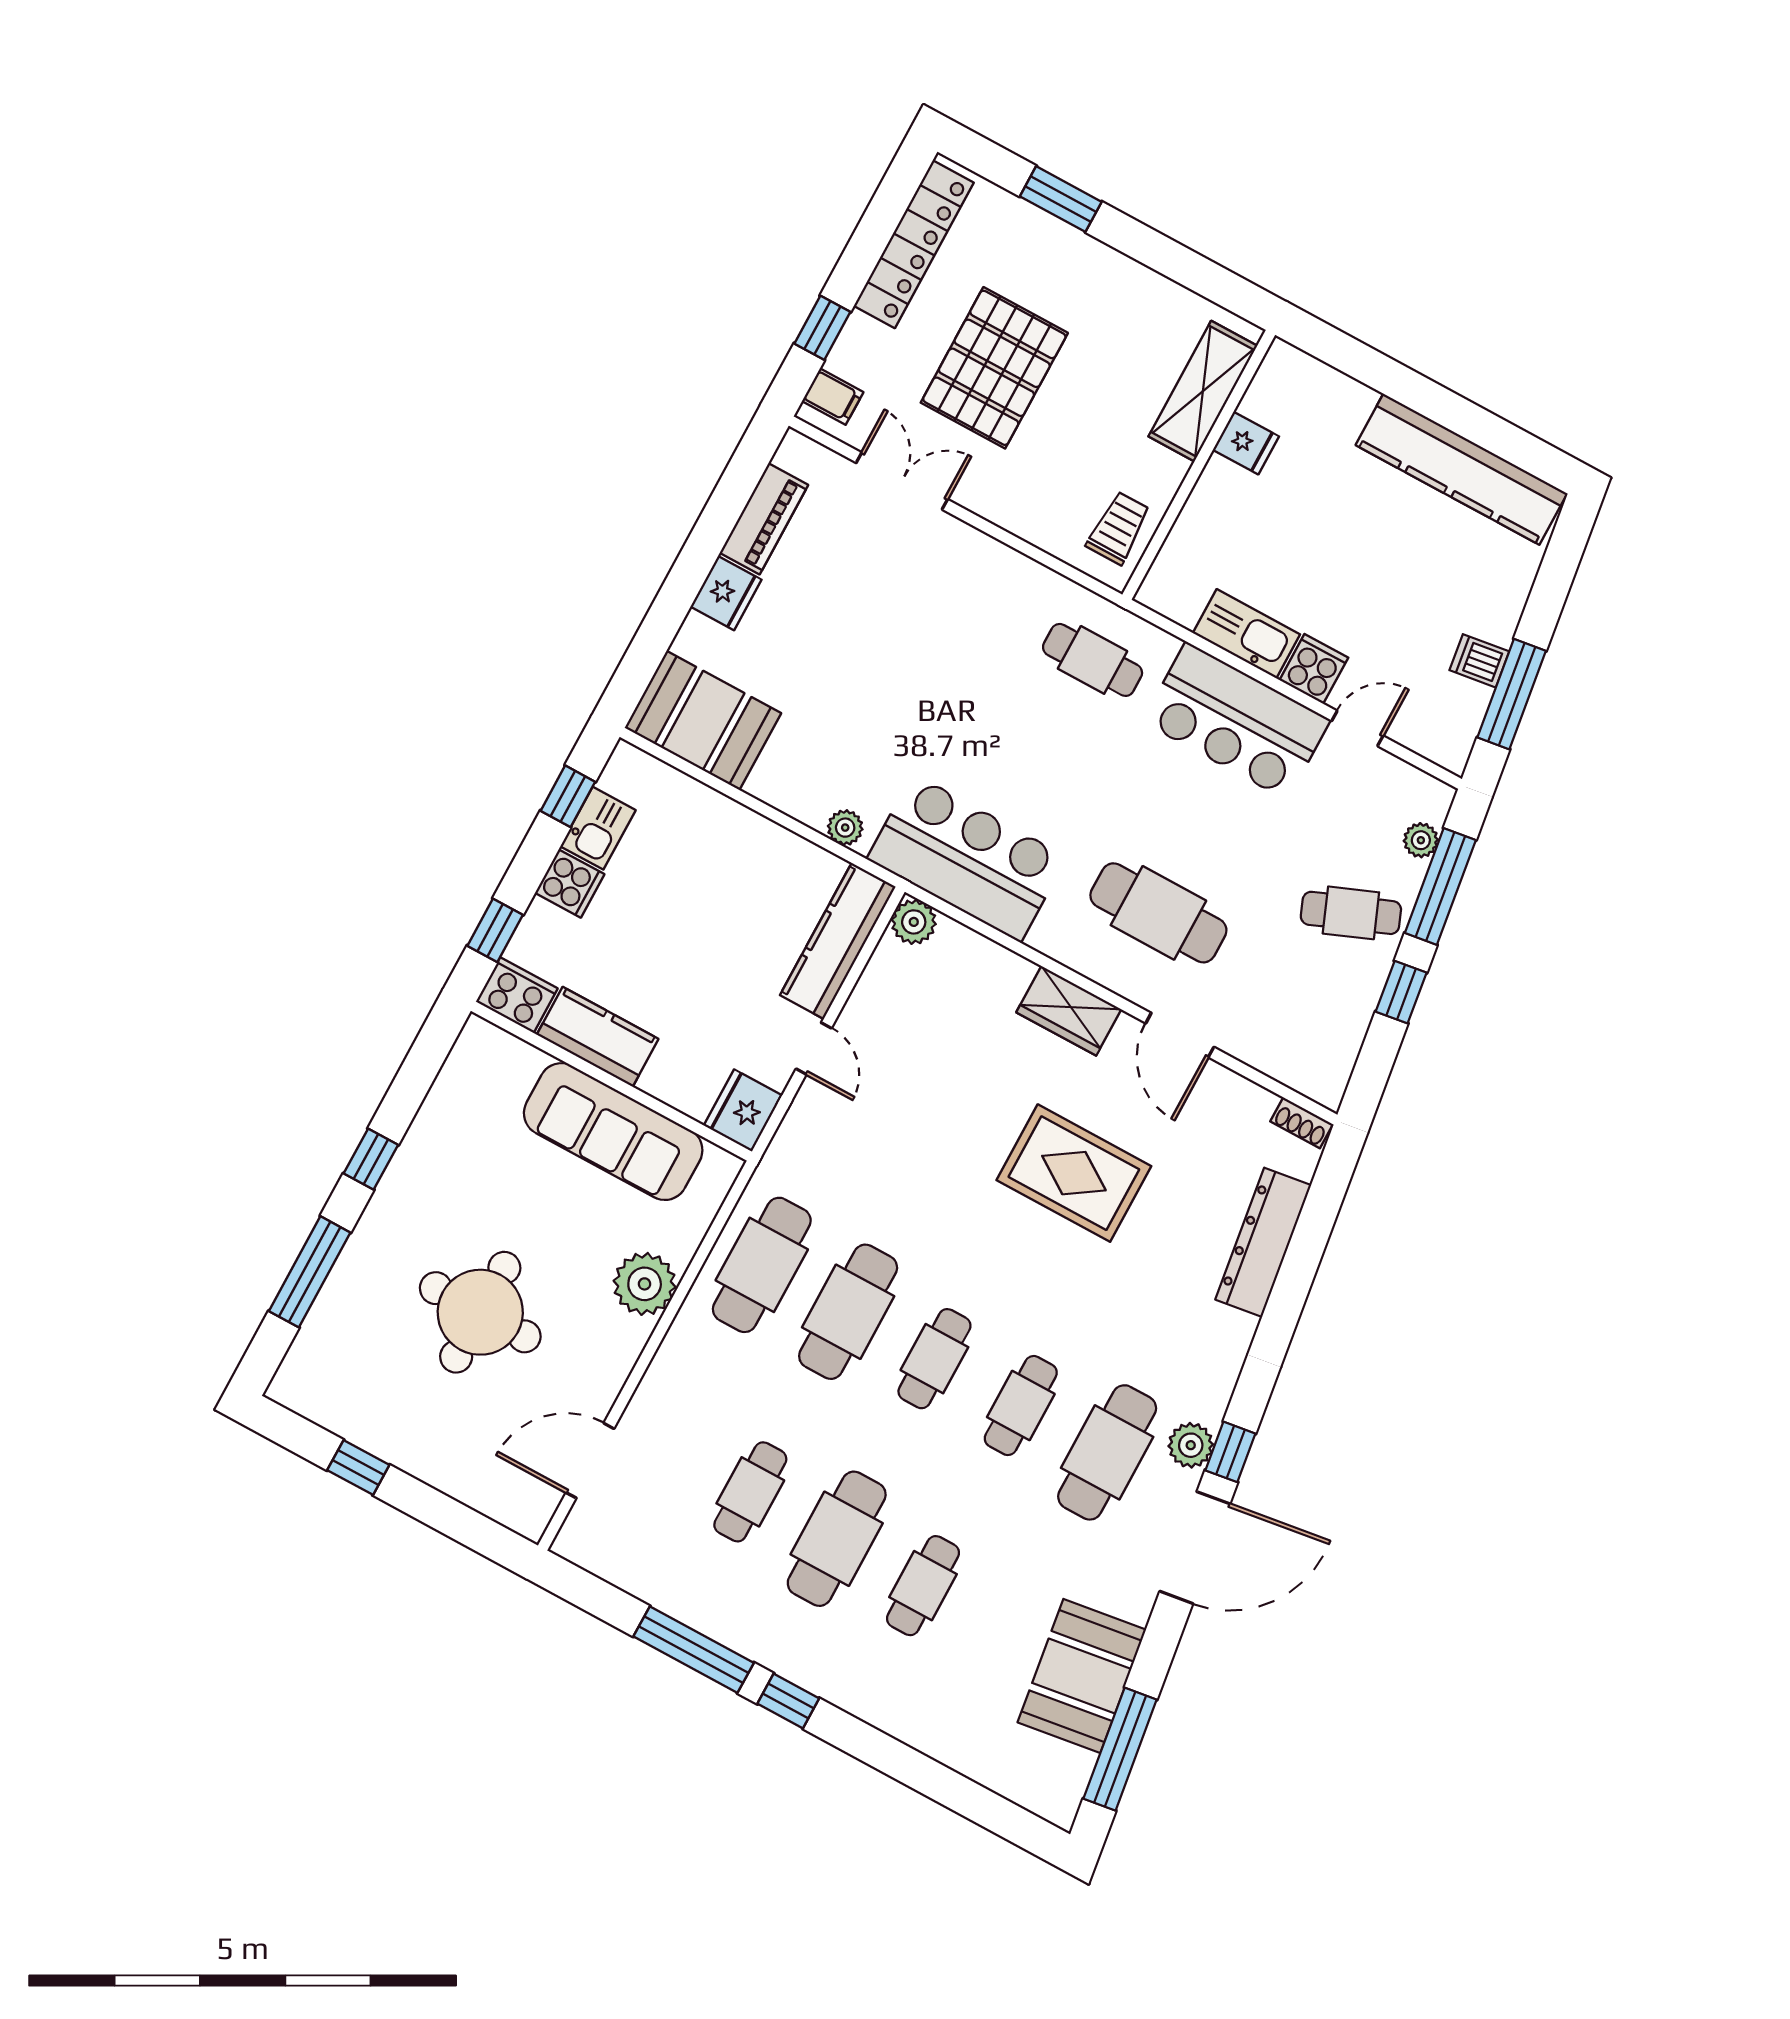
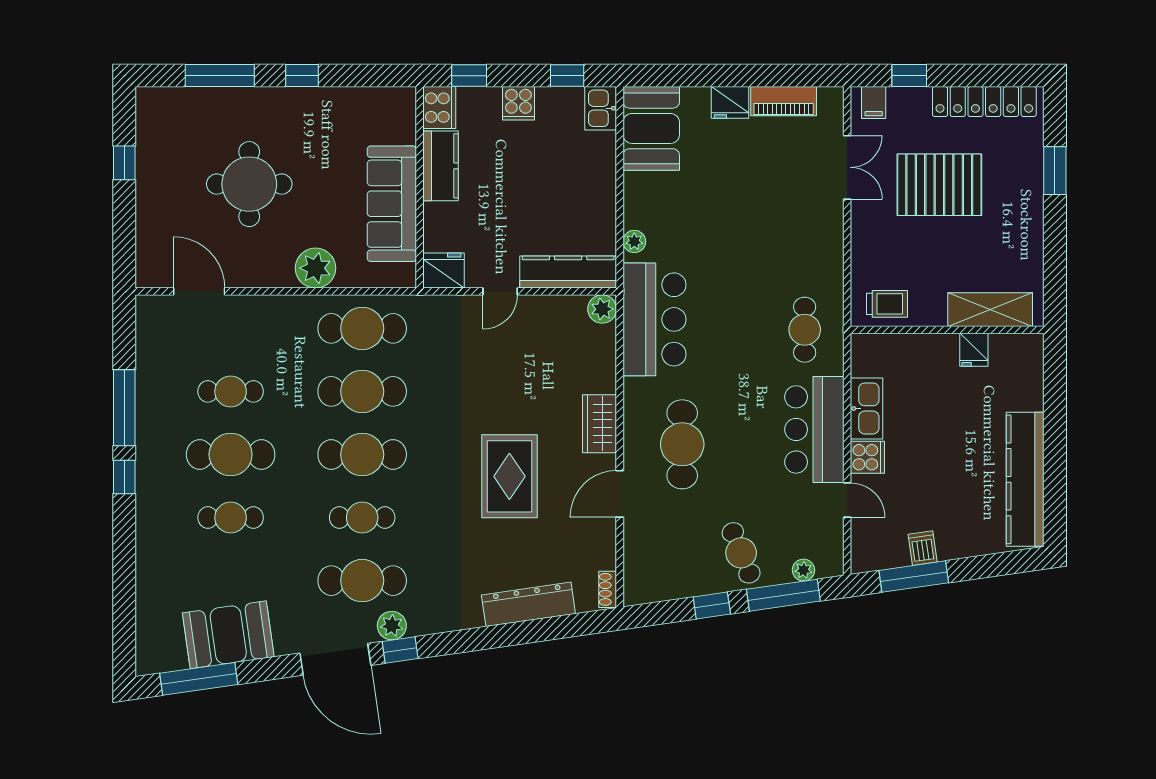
kitchen sink: (598, 828) -> (601, 108), moved, turned 90
cafe table: (934, 1359) -> (362, 454), width x1.37, depth x1.35

